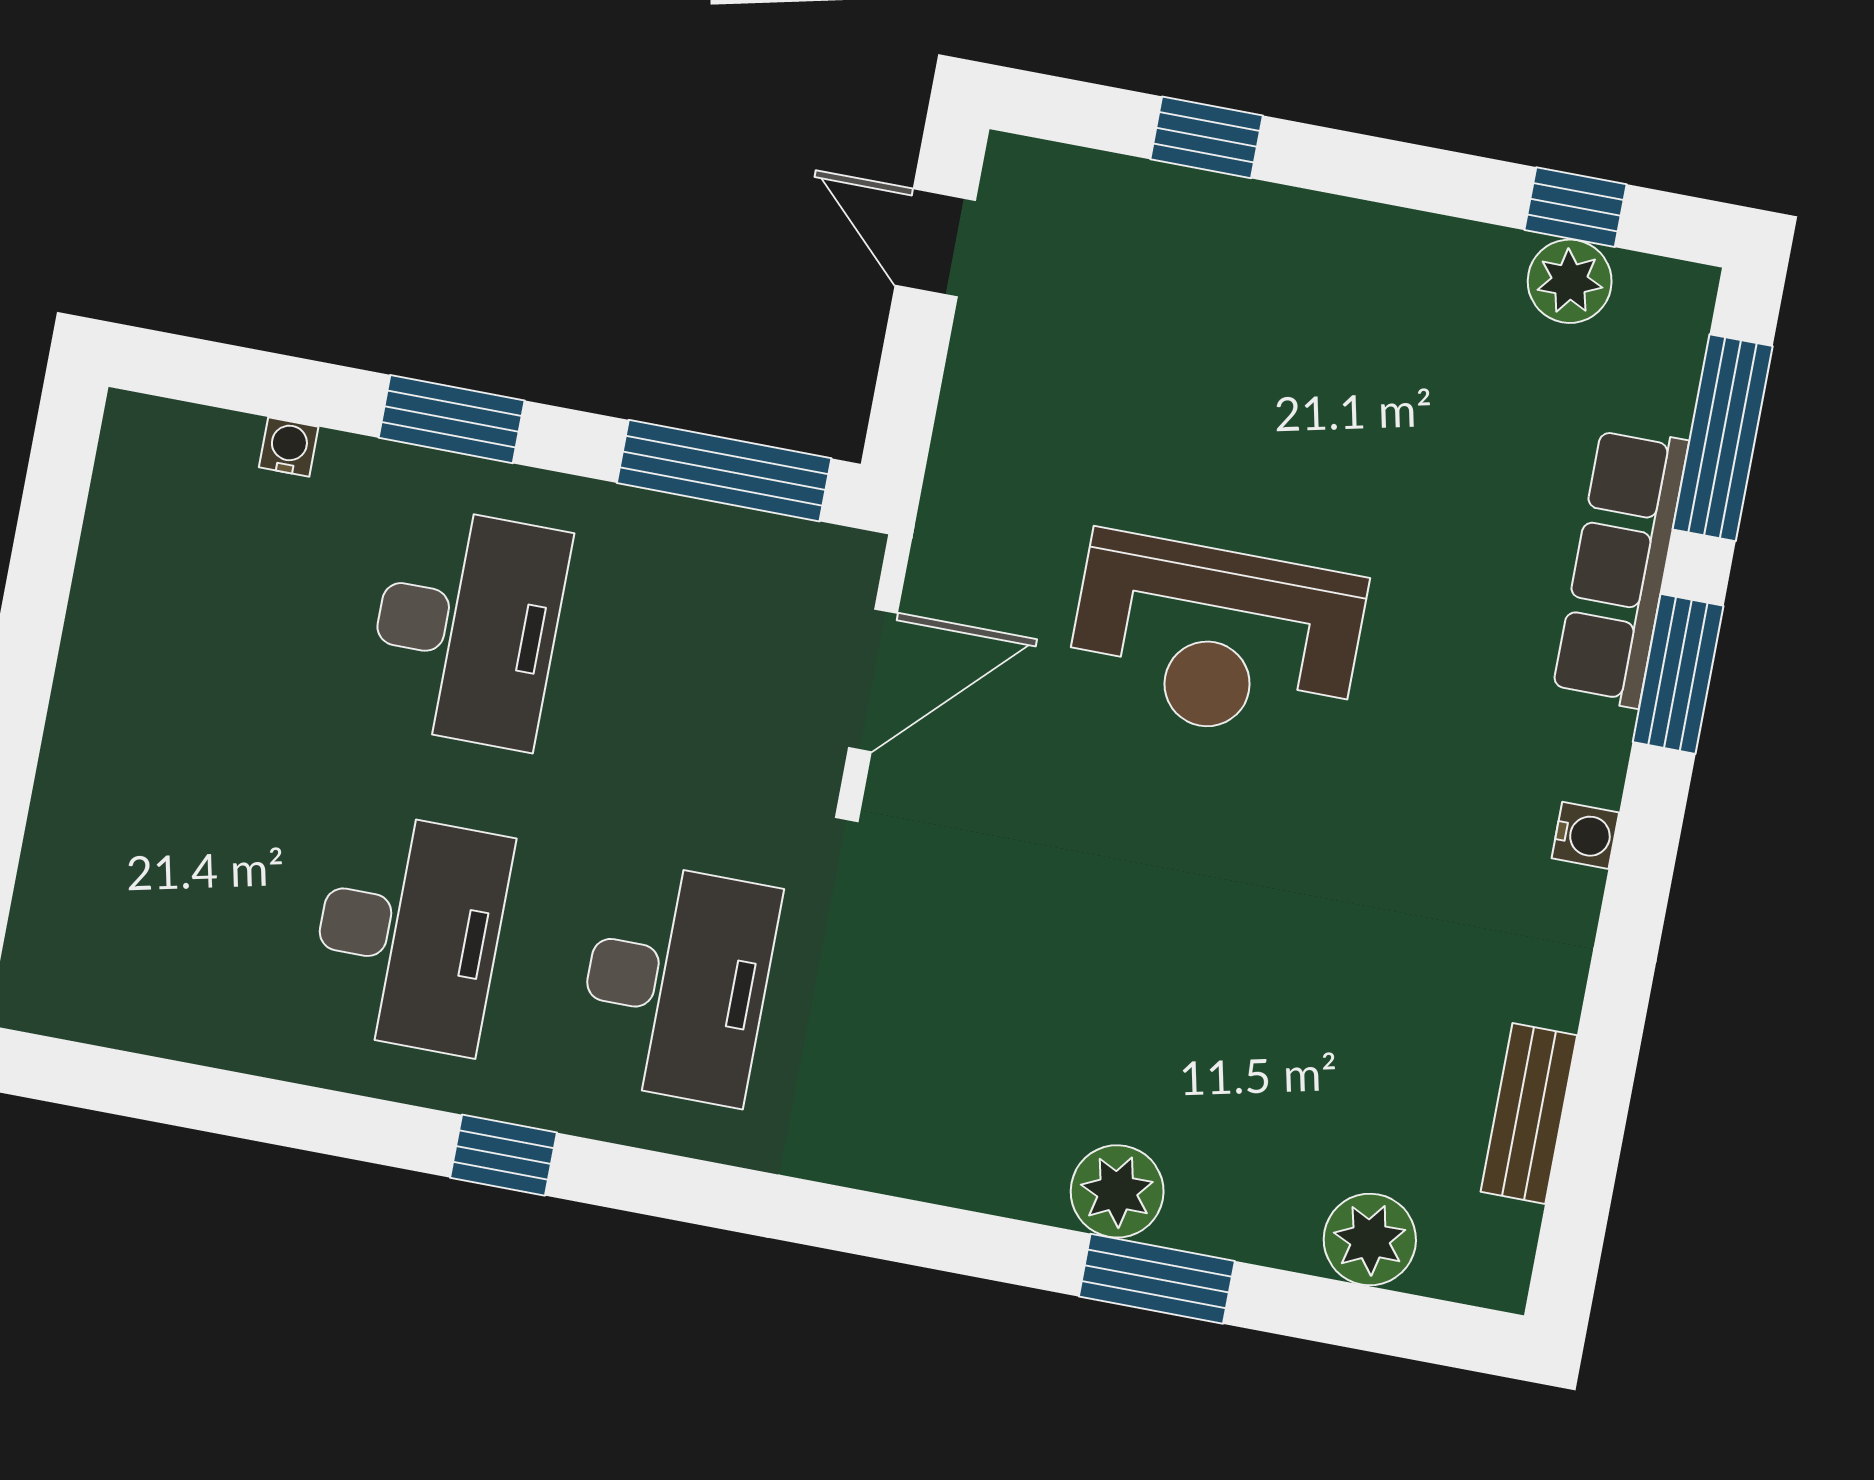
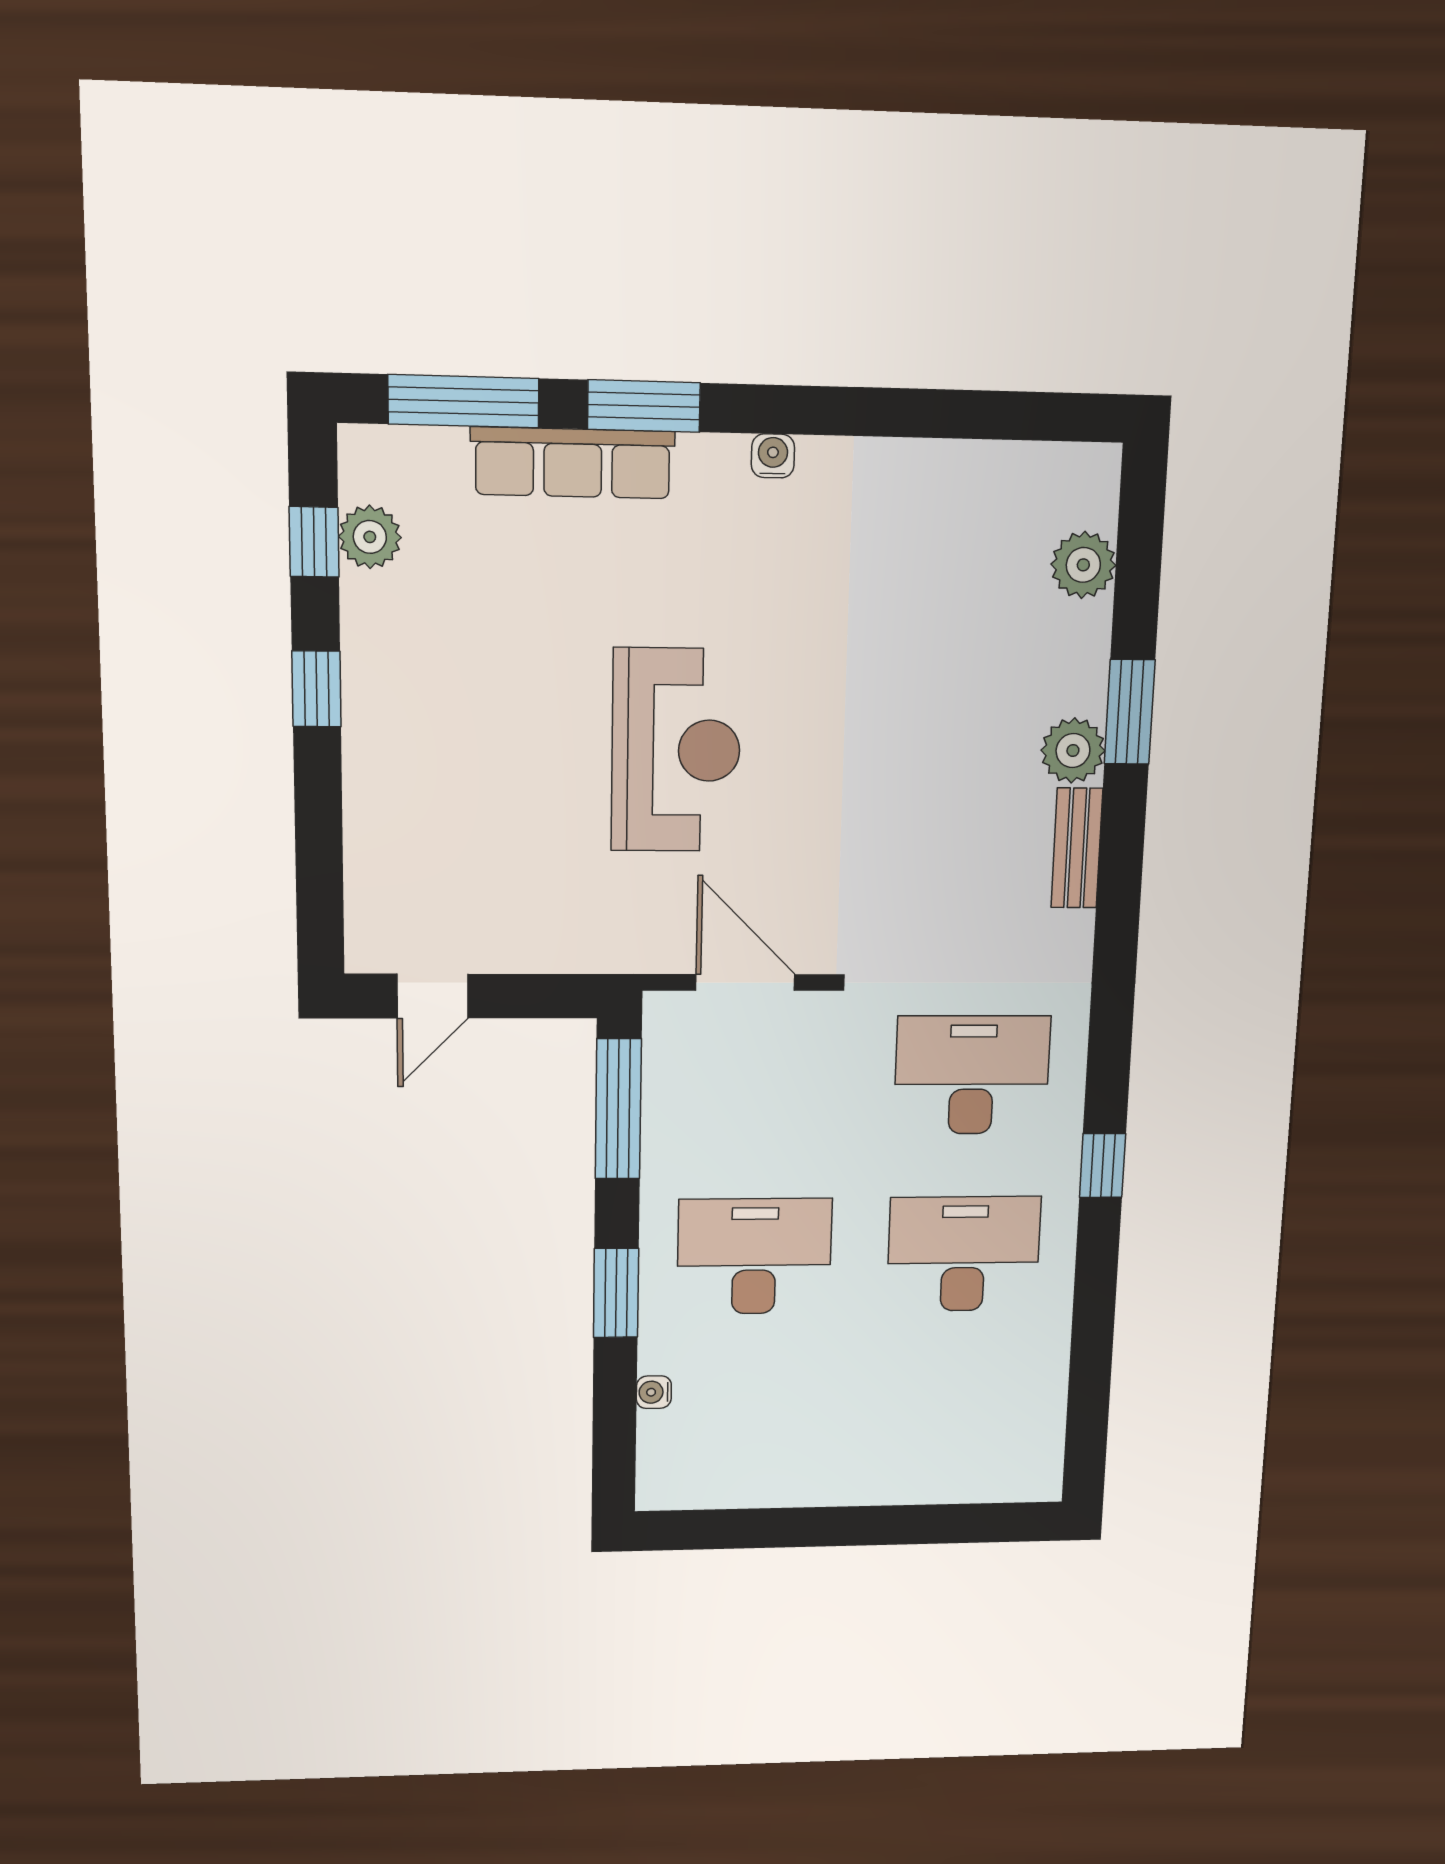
window: (1207, 137) -> (316, 689), moved
bench: (1529, 1113) -> (1077, 848), moved, turned 90

